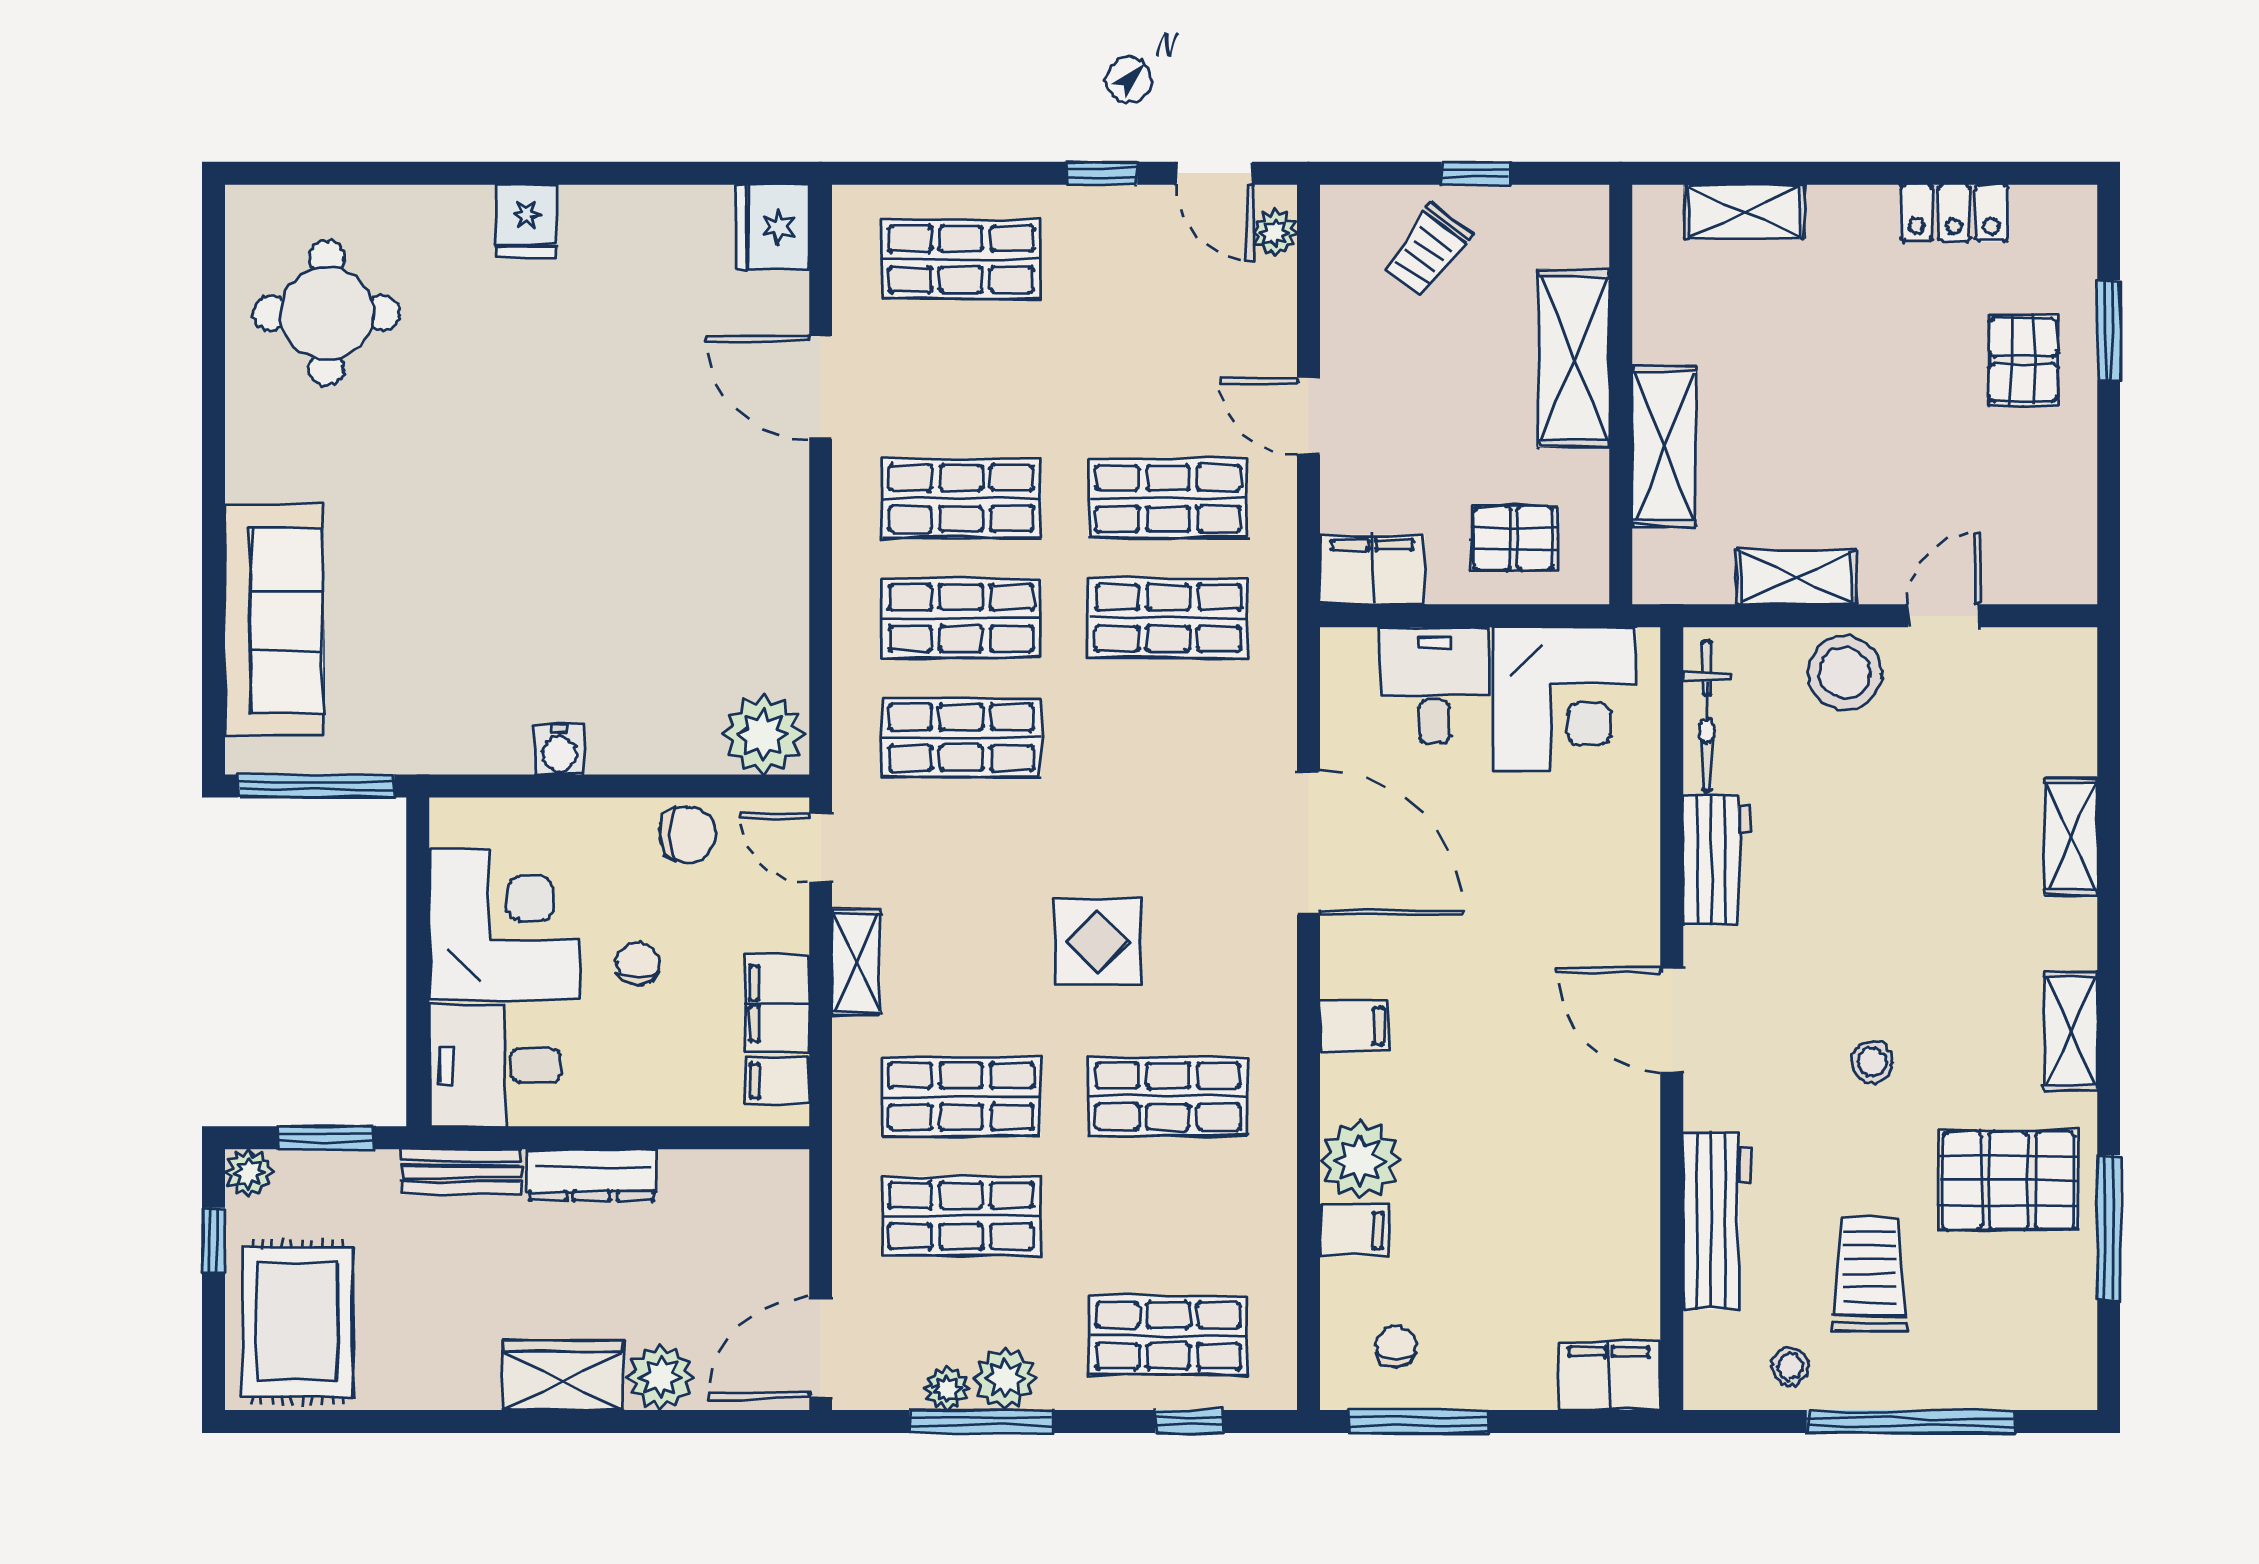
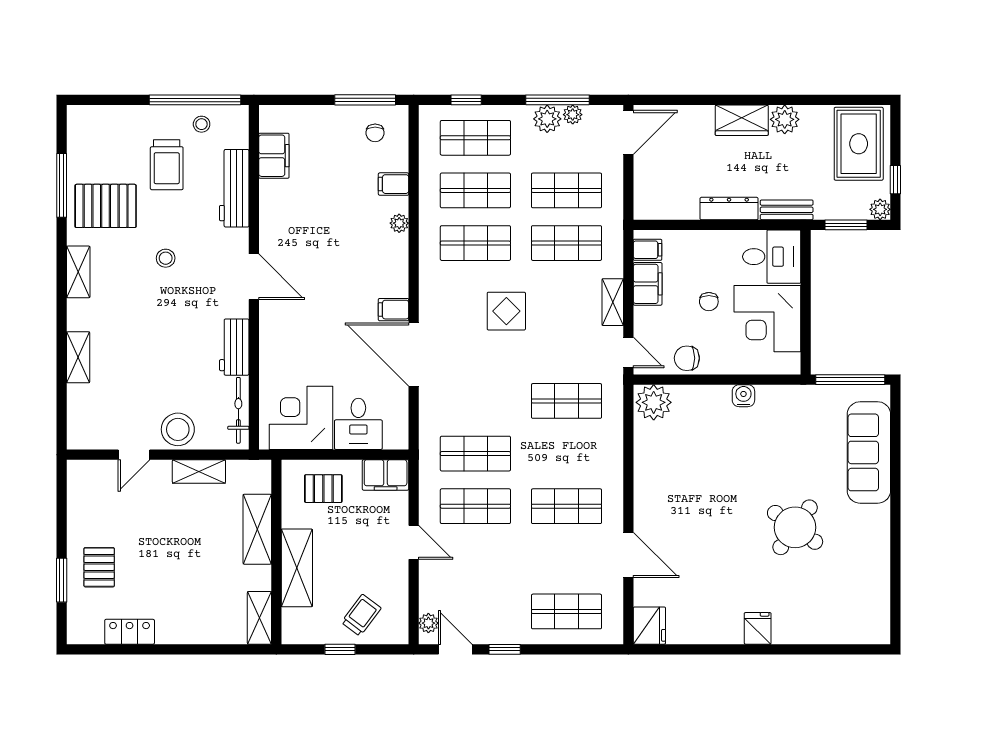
shelving: (1744, 212) -> (259, 618), moved, turned 90
round table: (327, 313) -> (795, 527), moved, turned 36
shop shelf: (961, 618) -> (475, 190), moved
filing cabinet: (1354, 1026) -> (394, 310), moved
plant: (1360, 1160) -> (399, 223), width x0.53, depth x0.53
filing cabinet: (1609, 1376) -> (274, 156), moved, turned -90
plant: (660, 1377) -> (785, 119), moved
window: (1911, 1422) -> (195, 100), moved

